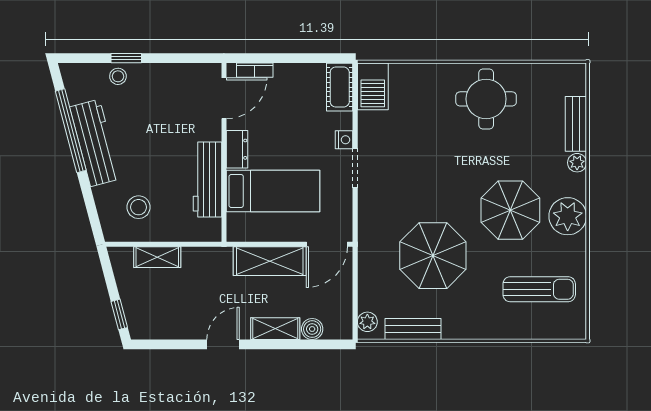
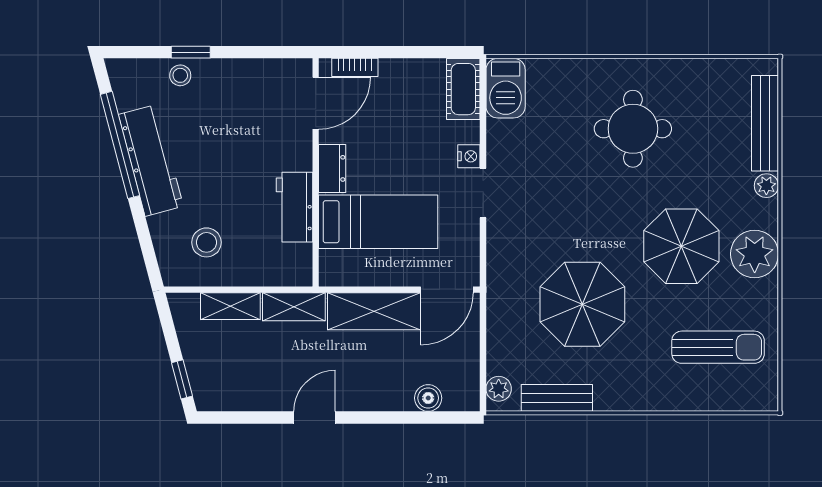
round table: (486, 99) -> (633, 129), moved
bench: (576, 124) -> (765, 123), width x1.36
workbench: (207, 180) -> (294, 207), width x0.73
shelving: (275, 329) -> (294, 307), moved

